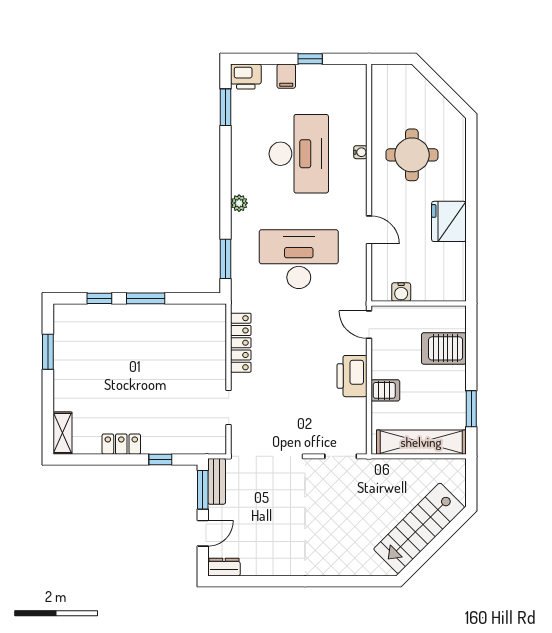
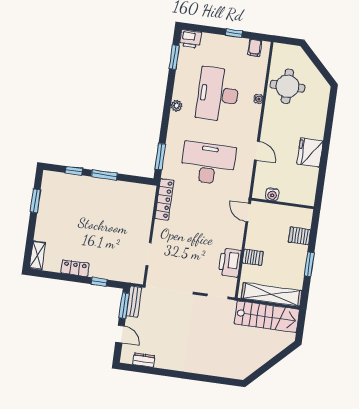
filing cabinet: (286, 76) -> (255, 48), moved
desk: (299, 154) -> (218, 94), turned 180
round table: (412, 155) -> (287, 86), moved
plant: (239, 203) -> (176, 106), moved
locker: (241, 343) -> (164, 199), moved
server rack: (444, 348) -> (299, 236), width x0.73, depth x0.70
printer: (352, 376) -> (230, 263), moved
window: (471, 409) -> (309, 264), moved
stairs: (419, 528) -> (267, 317), moved, turned -135
door: (203, 533) -> (120, 334), hinge flipped
dresser: (224, 567) -> (144, 360), moved

